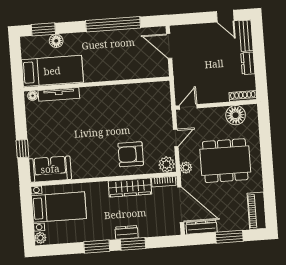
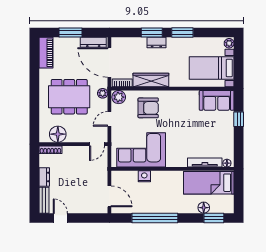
nightstand: (129, 73) -> (144, 176), added
corner sofa: (135, 104) -> (141, 150), added

